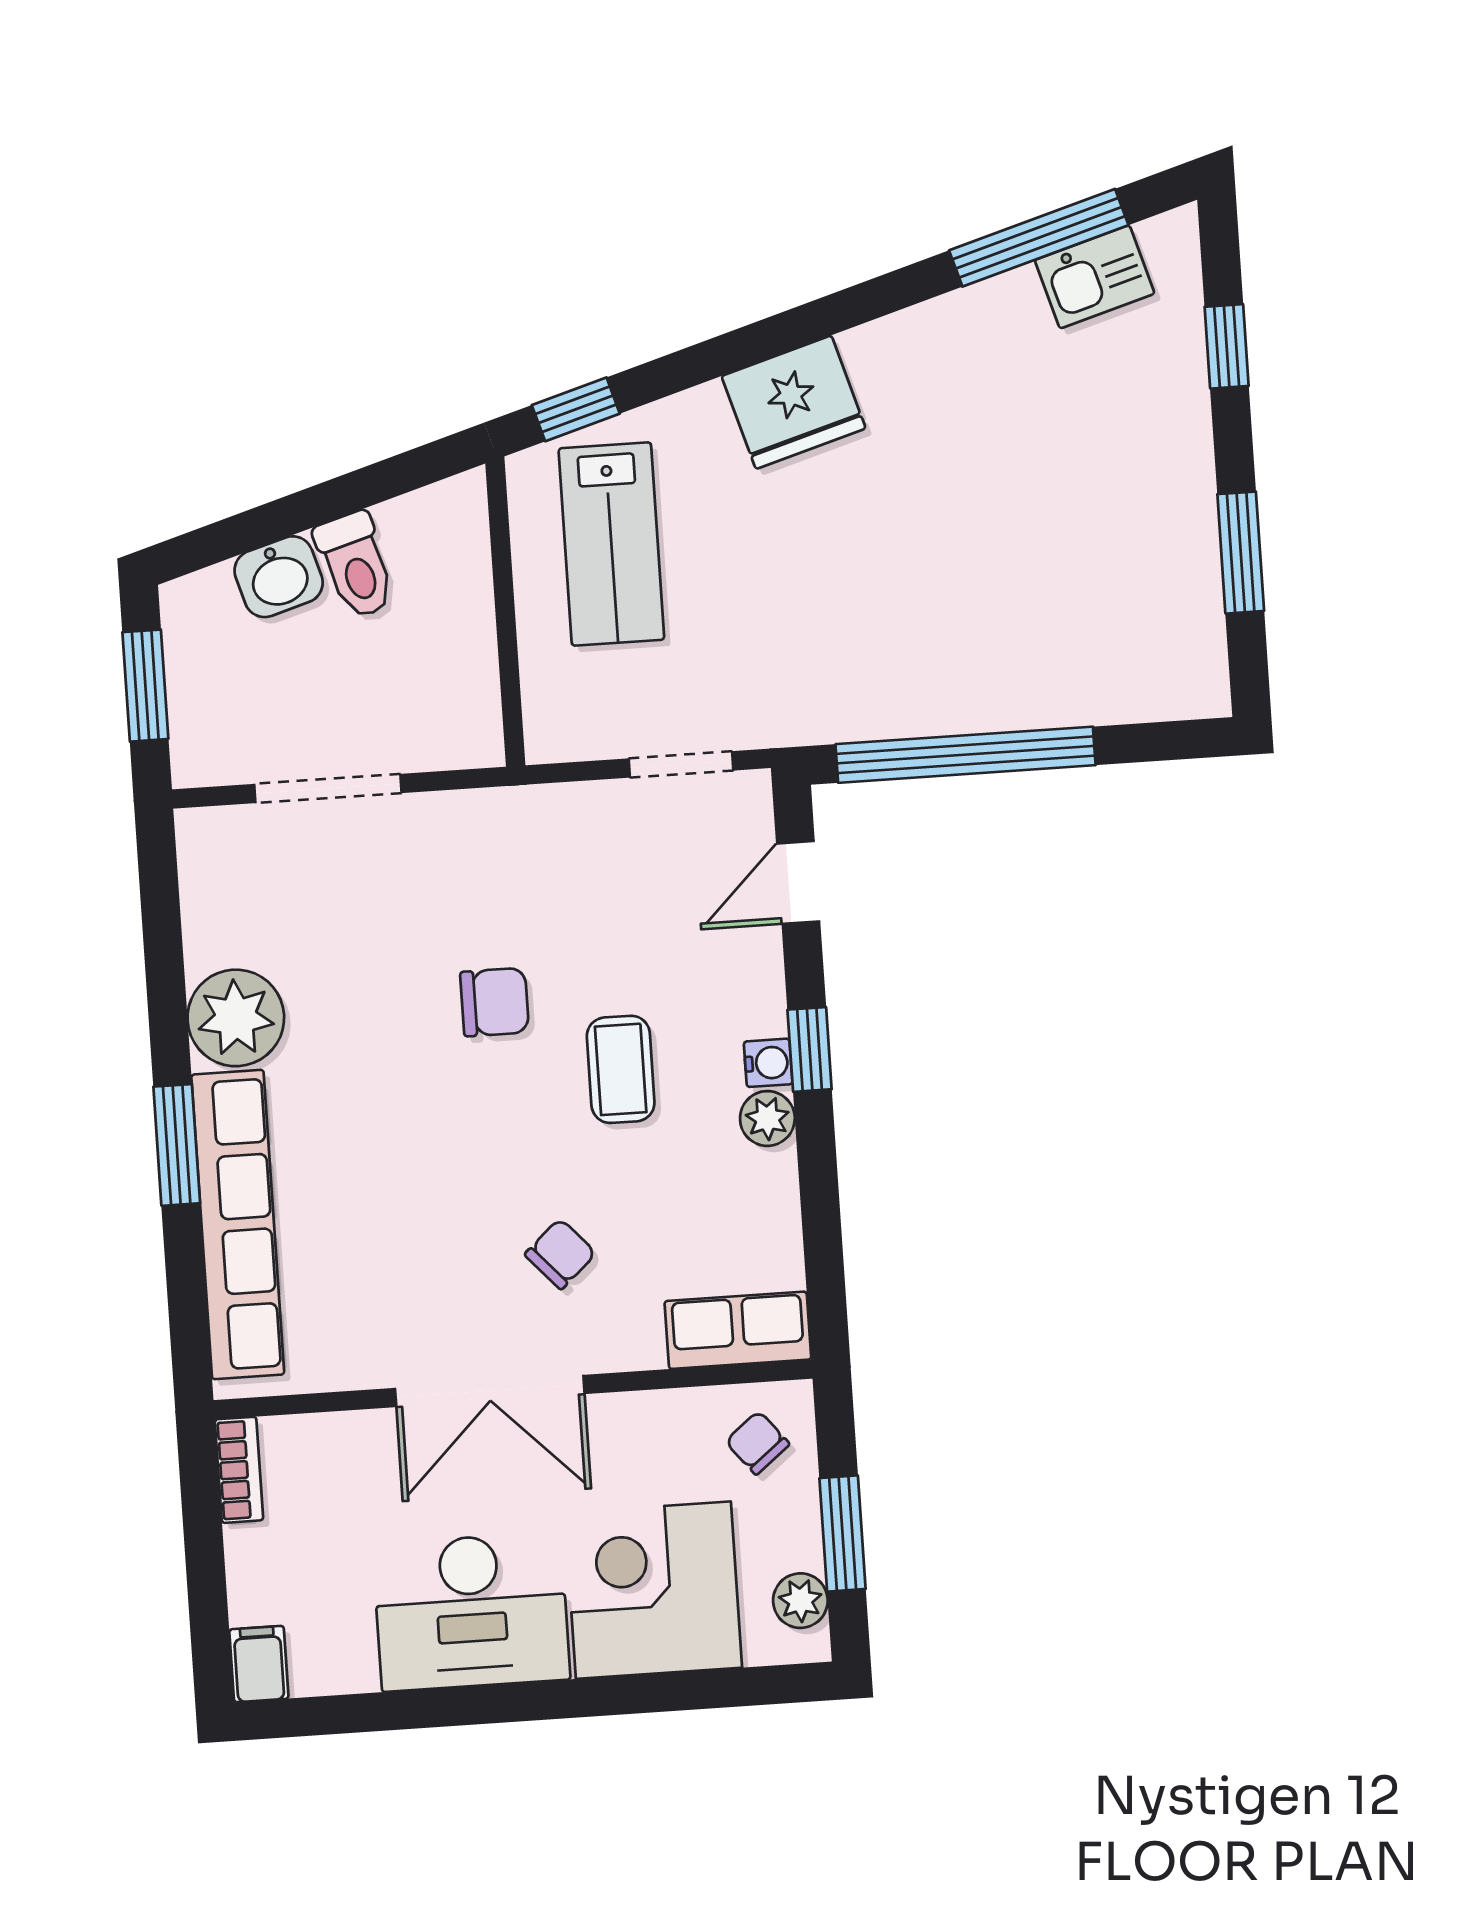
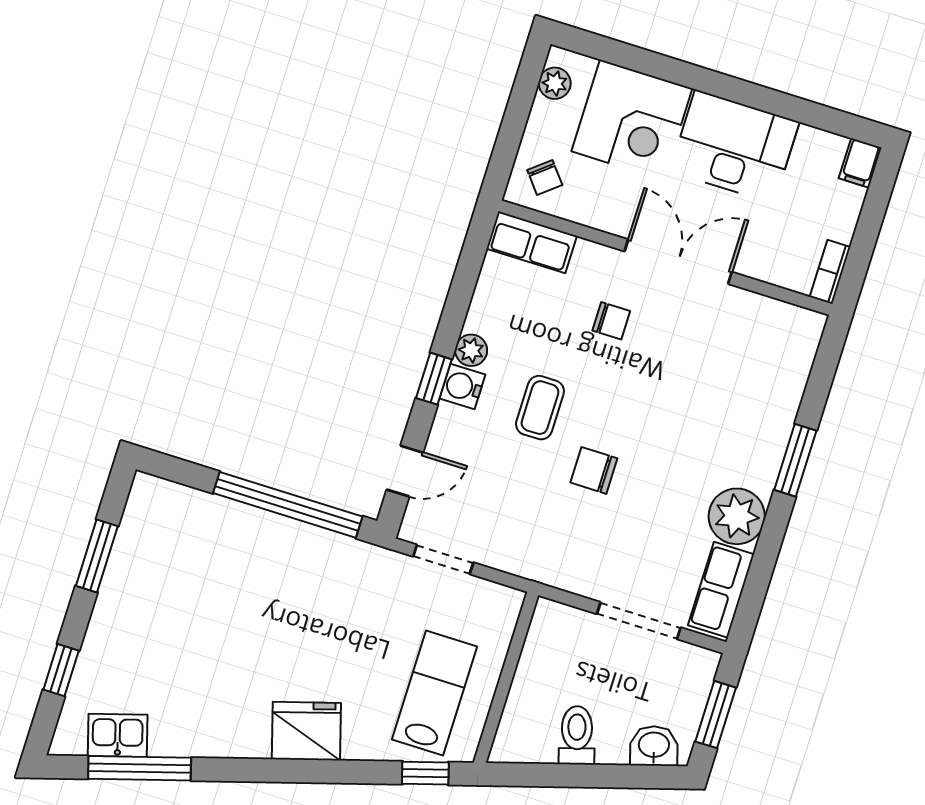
washbasin: (279, 577) -> (654, 746), moved
water cooler: (768, 1063) -> (462, 386), width x1.38, depth x1.38
row of seats: (238, 1224) -> (721, 590), moved, width x0.50
chair: (560, 1254) -> (611, 321), turned -138
window: (843, 1534) -> (518, 111), removed

